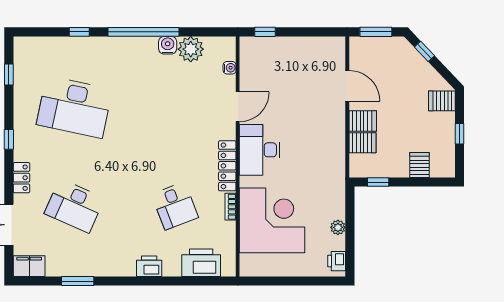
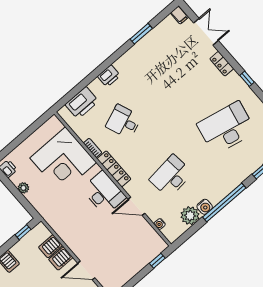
door: (238, 107) -> (136, 206), hinge flipped
desk: (74, 206) -> (171, 176), moved, turned -30
filing cabinet: (29, 266) -> (179, 15), width x0.50

